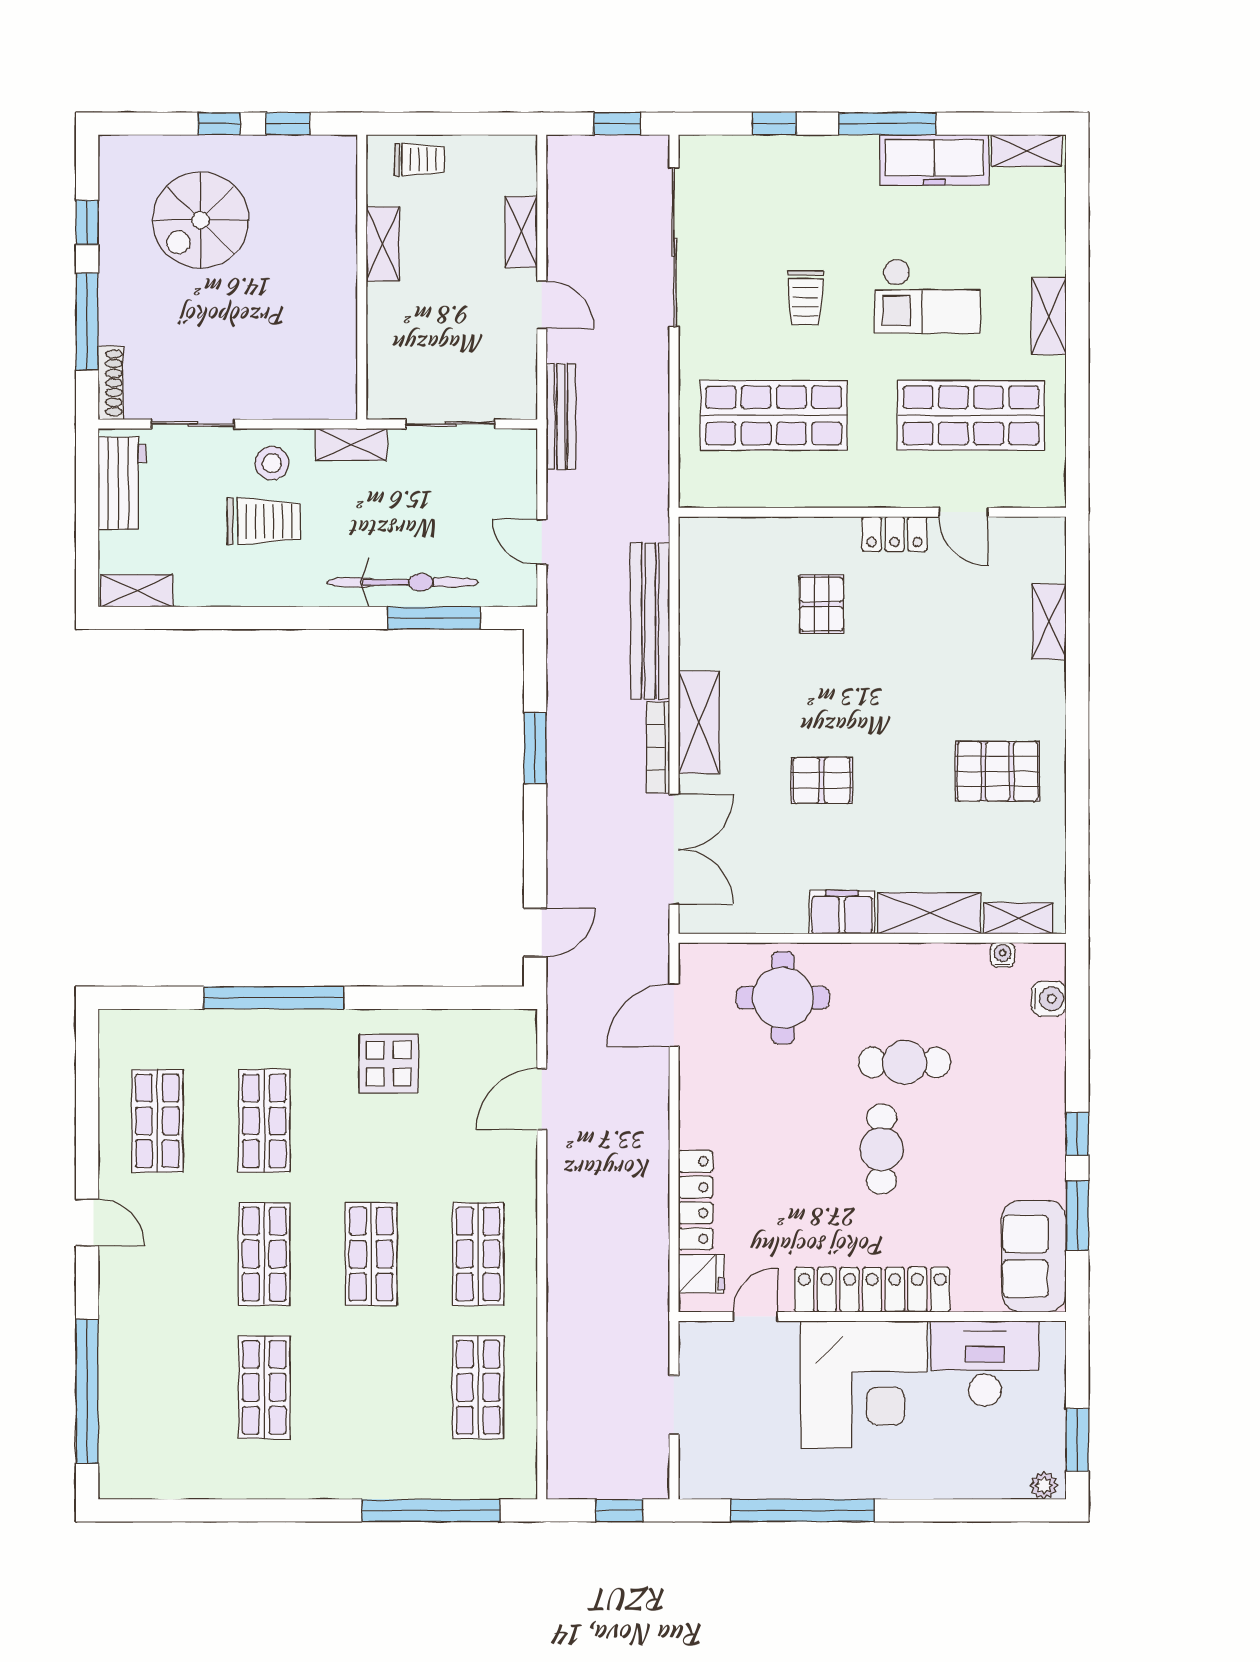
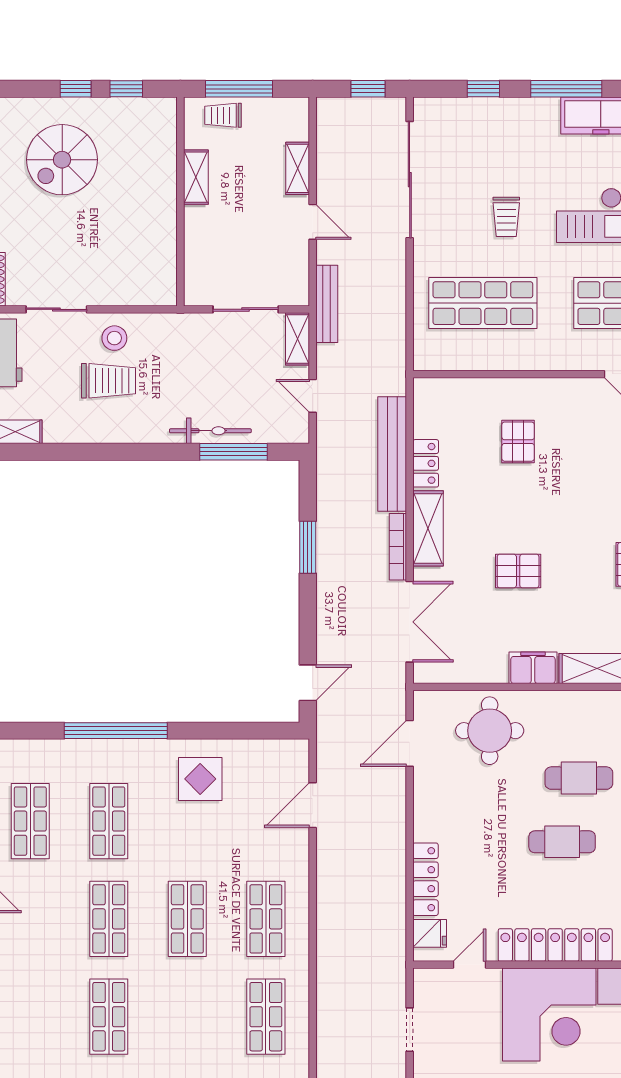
window: (442, 124) -> (239, 89), added
trolley: (420, 160) -> (223, 115), turned 180
shelving: (351, 445) -> (298, 339), moved, turned 90
locker: (895, 534) -> (426, 463), moved, turned -90
bicycle: (403, 582) -> (210, 431), width x0.73, depth x0.71
cafe table: (882, 1149) -> (562, 842), turned 90

